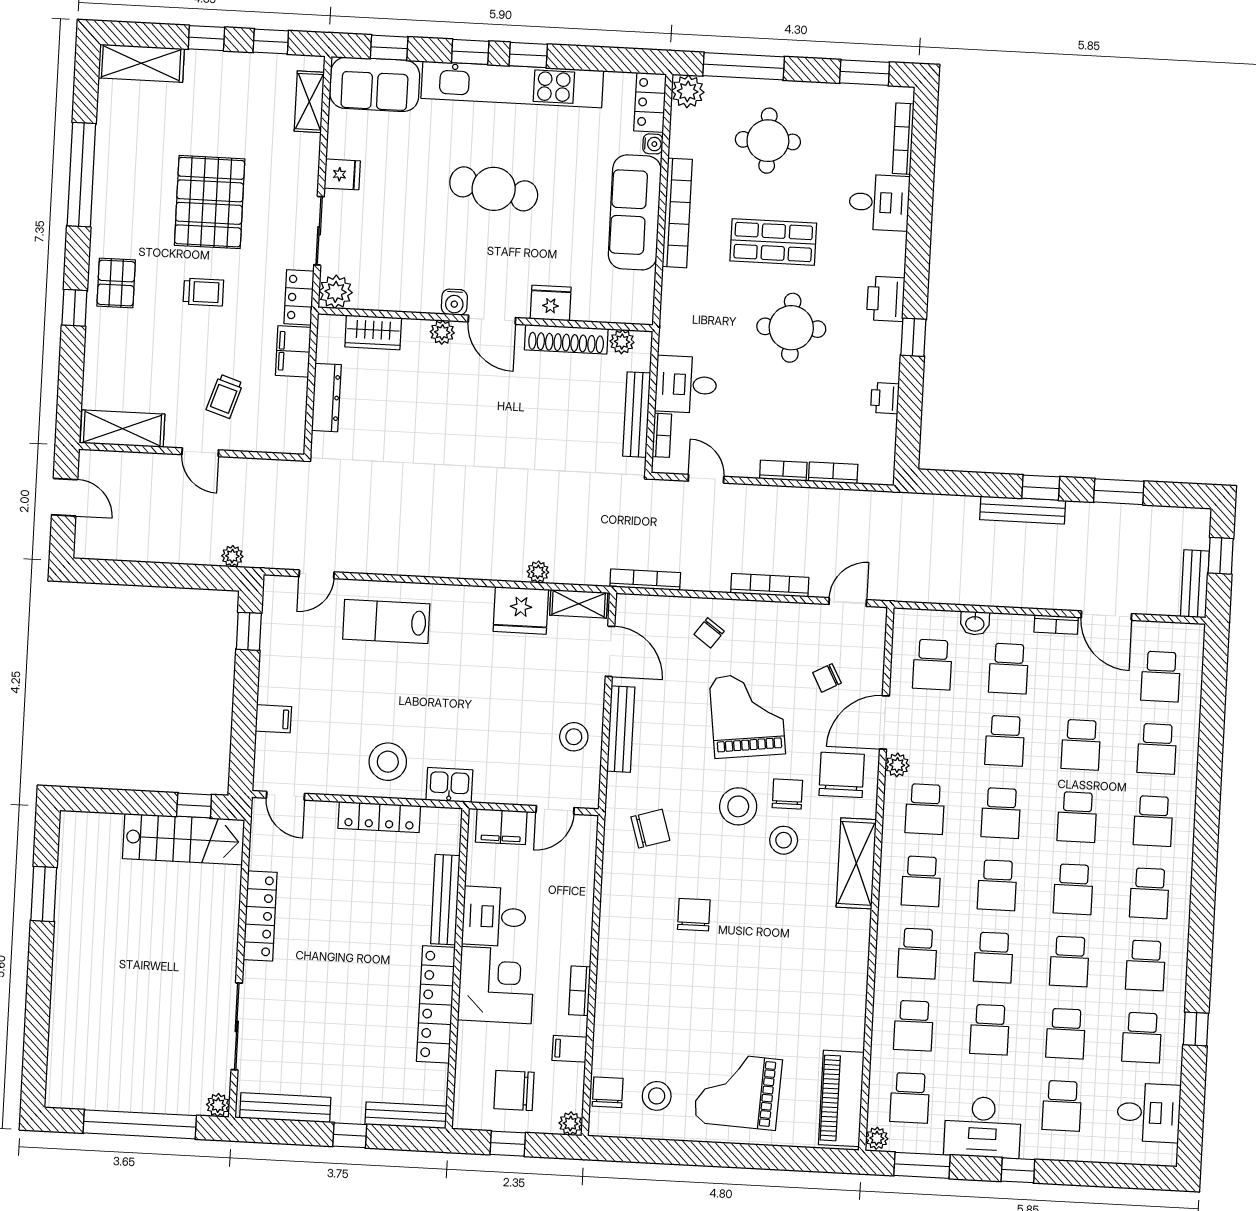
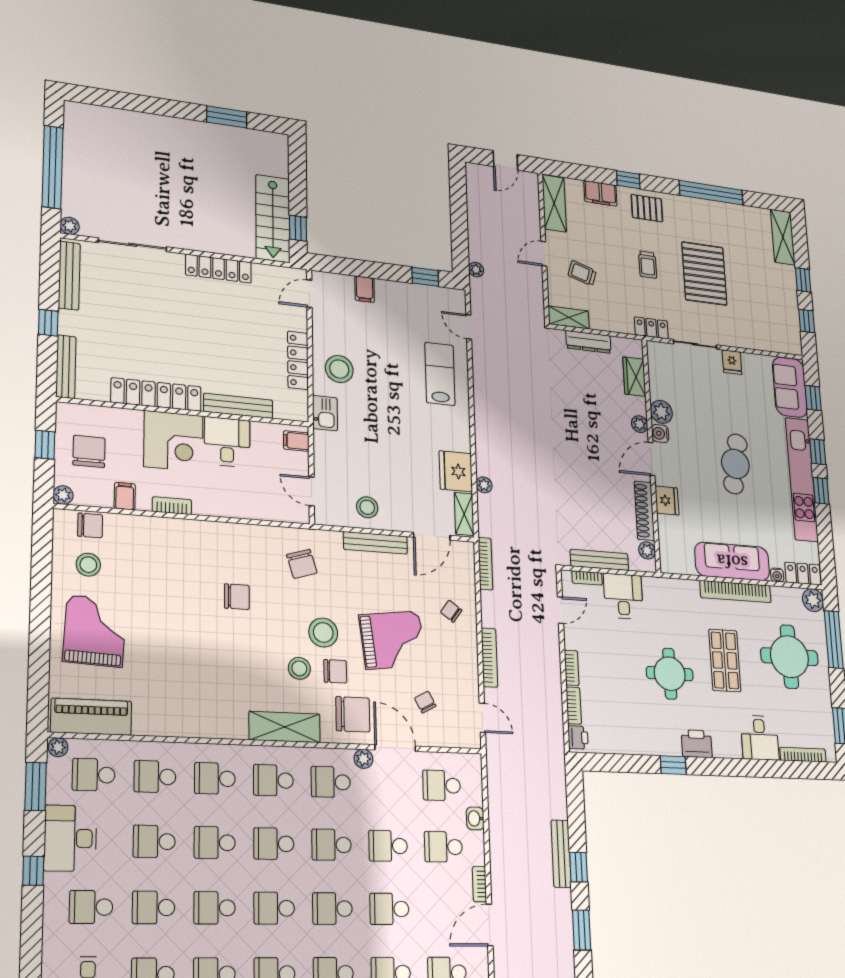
shelving: (309, 102) -> (569, 317), moved
round table: (768, 141) -> (789, 657), width x1.36, depth x1.36
pallet: (210, 202) -> (704, 274), turned 90
plant: (336, 292) -> (661, 412), moved
filing cabinet: (293, 351) -> (600, 193), moved, turned 180
printer: (885, 398) -> (578, 737), moved, turned 90
filing cabinet: (501, 827) -> (296, 441), width x0.50

